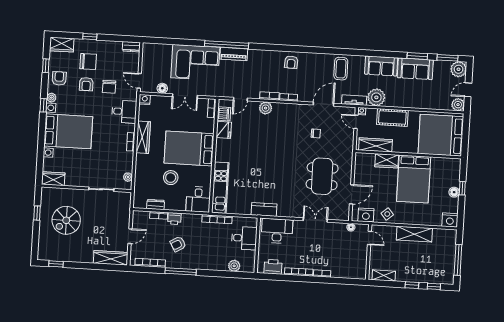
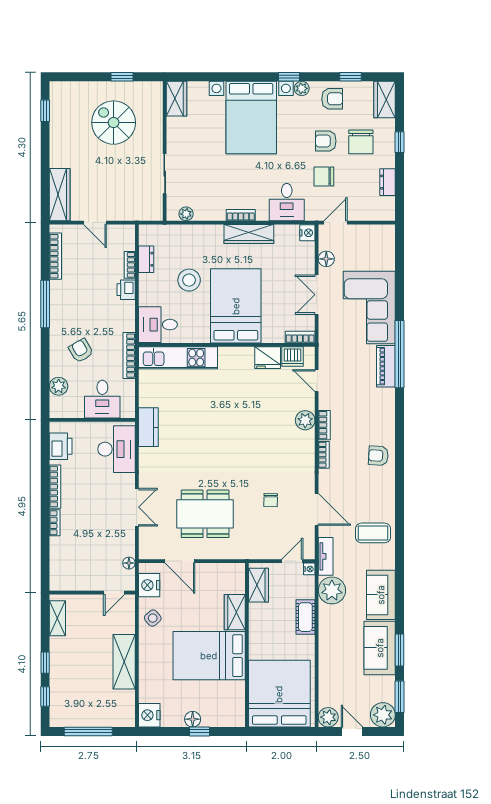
dresser: (131, 47) -> (388, 182), moved
cot: (392, 118) -> (305, 617), width x0.73, depth x0.75
wardrobe: (376, 145) -> (258, 585), width x0.67
armchair: (178, 244) -> (81, 351), moved

